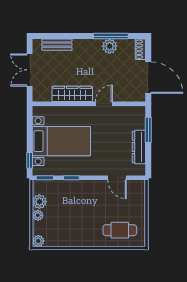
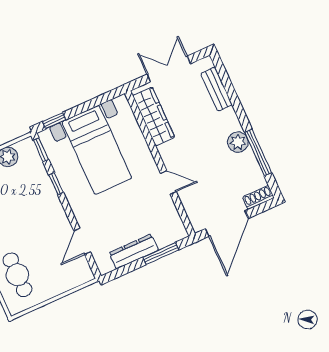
plant: (110, 46) -> (238, 142), moved
wardrobe: (72, 94) -> (154, 116), moved

